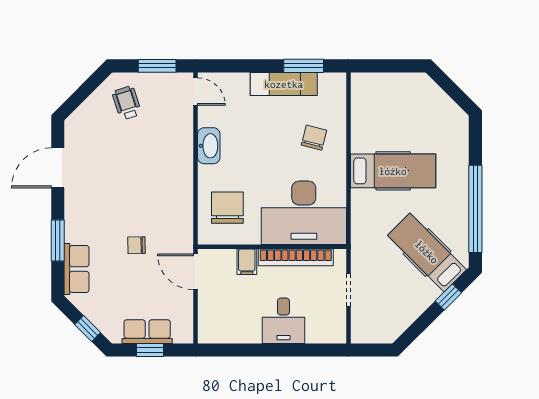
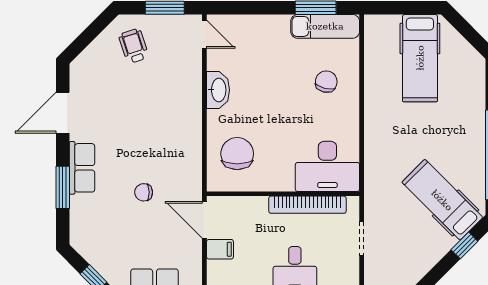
exam couch: (284, 84) -> (325, 26), moved
hospital bed: (393, 171) -> (420, 58), moved, turned 90
desk: (304, 213) -> (327, 166), width x0.73, depth x0.77
filing cabinet: (247, 262) -> (220, 249), moved, turned -90
row of seats: (77, 269) -> (82, 168), moved

